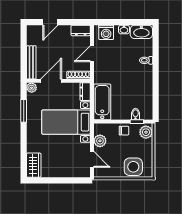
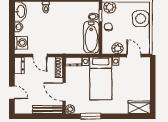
bathtub: (102, 102) -> (91, 37), moved, turned -90
door: (92, 159) -> (134, 55), hinge flipped

